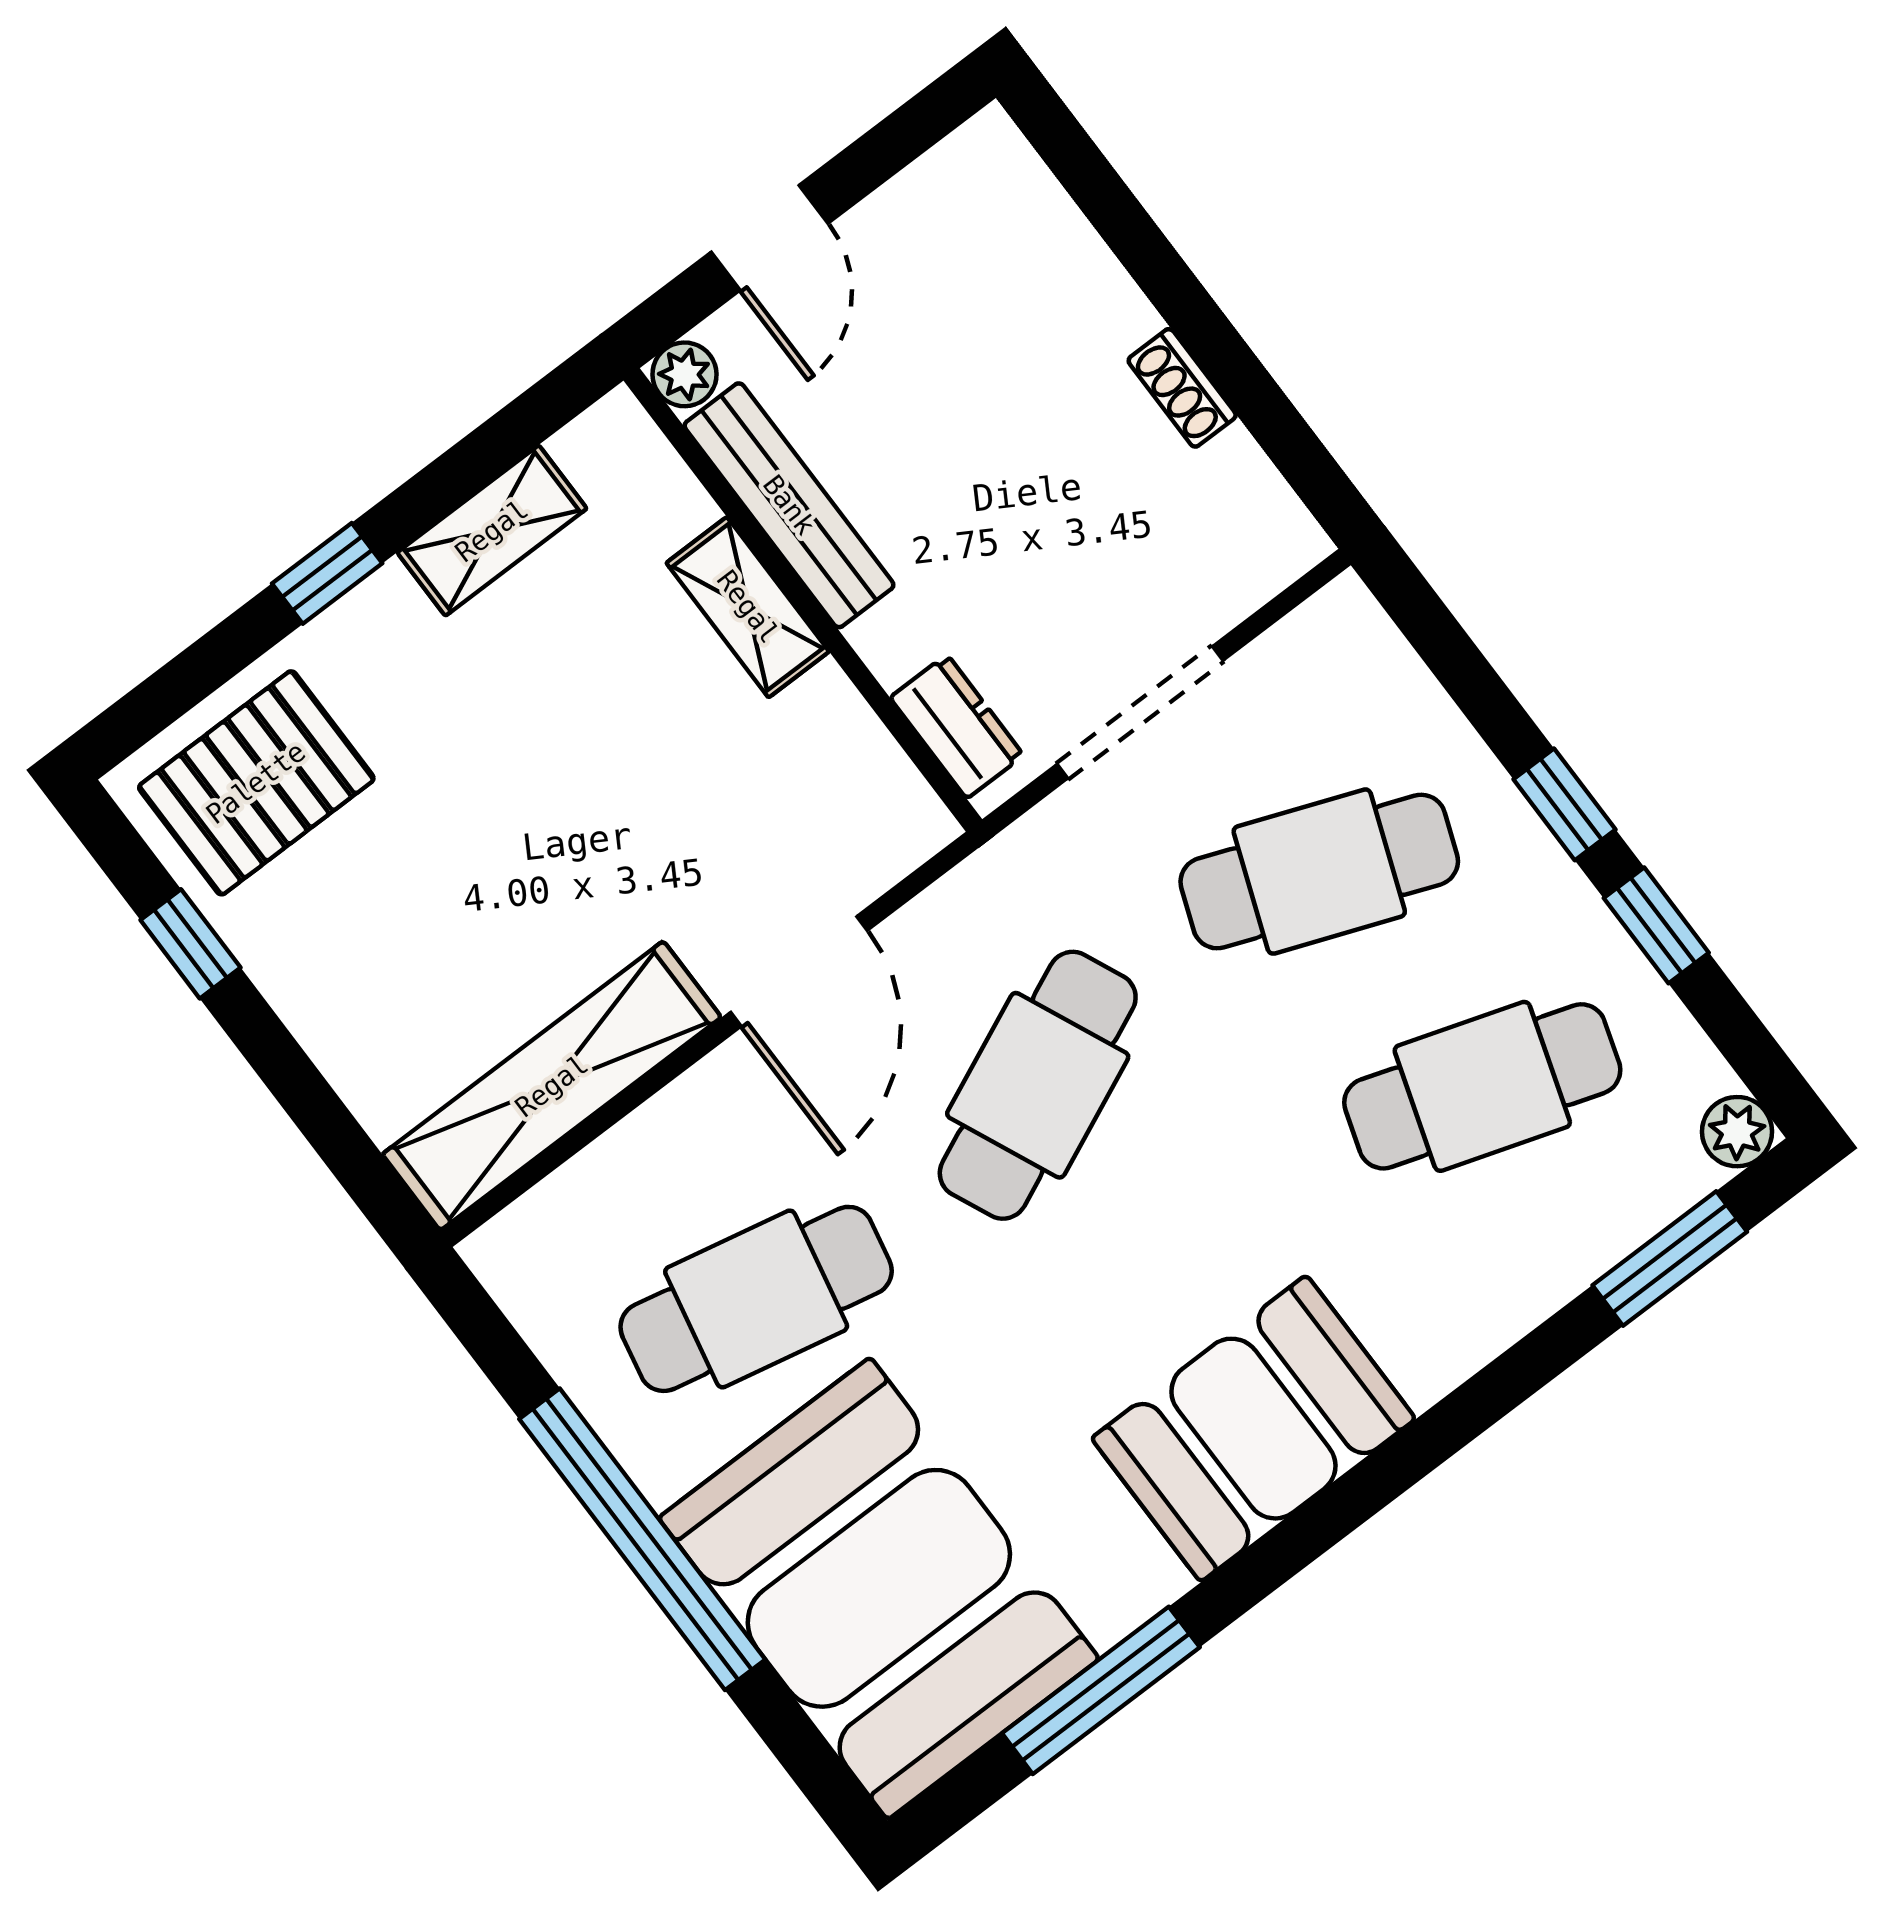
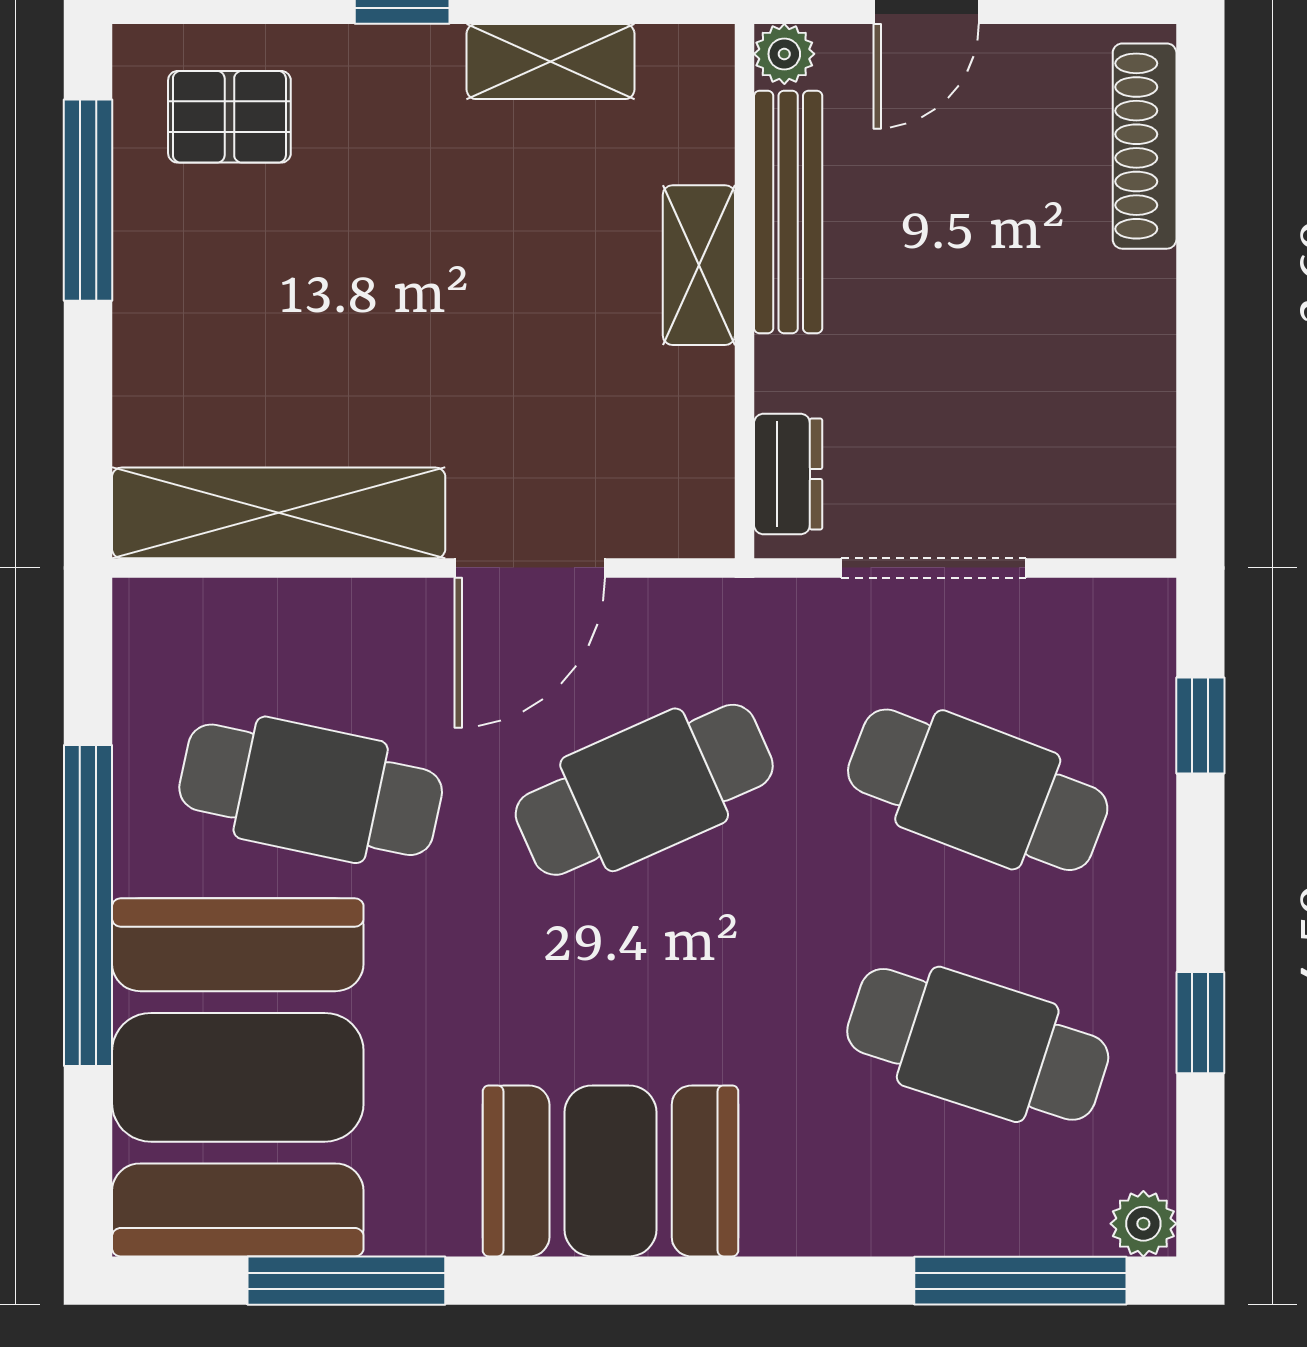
shoe rack: (1182, 388) -> (1145, 146), moved, width x1.94, depth x1.24
pallet: (256, 783) -> (229, 117), width x0.67, depth x0.71
window: (1564, 804) -> (1200, 725), moved
window: (190, 944) -> (88, 200), width x2.17
window: (1670, 1259) -> (1020, 1281), width x1.44

